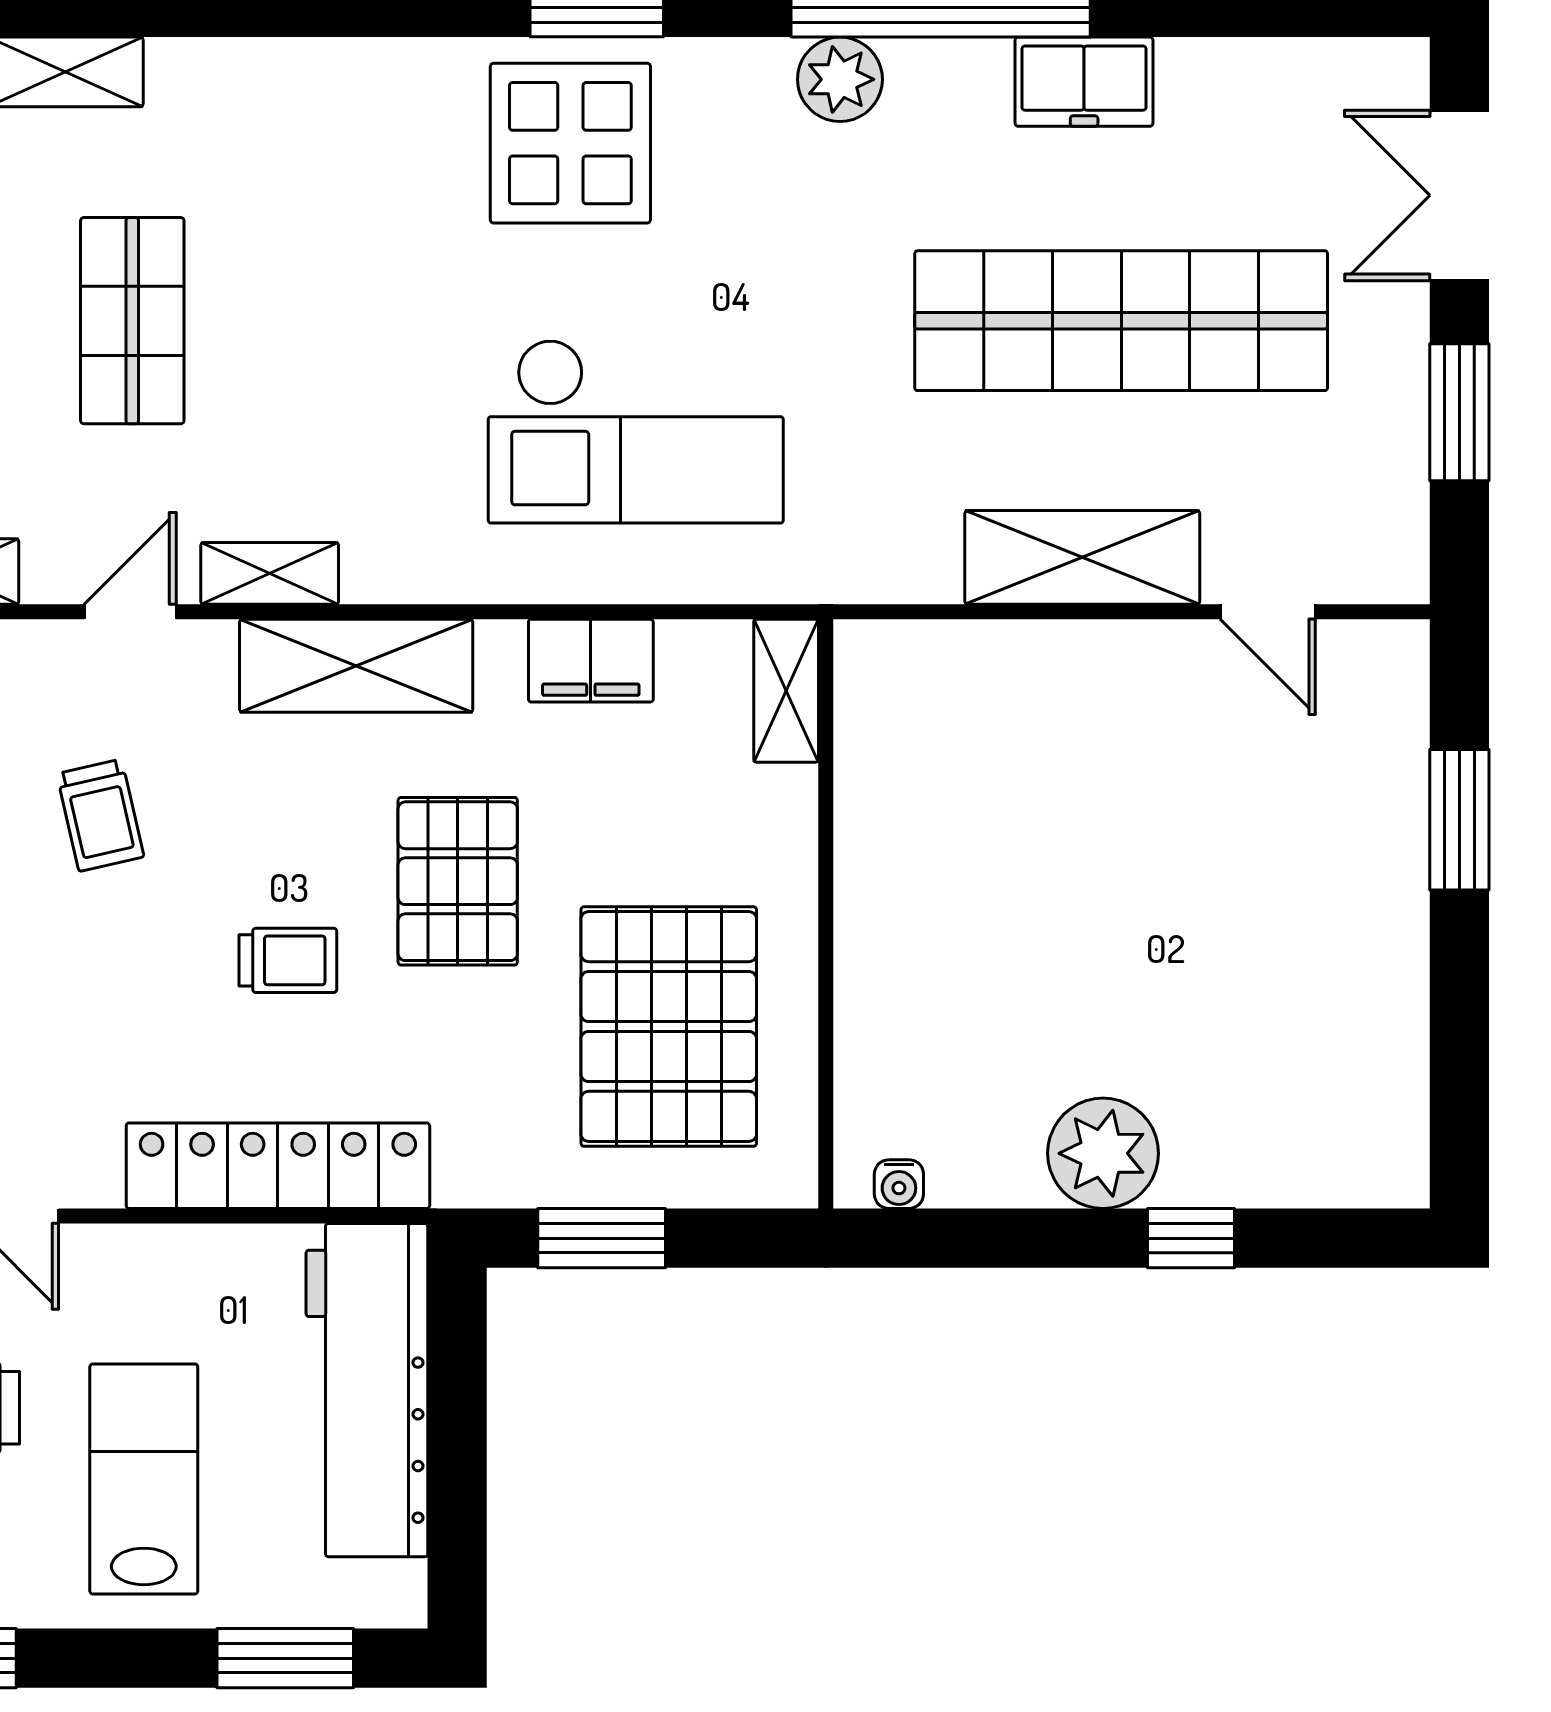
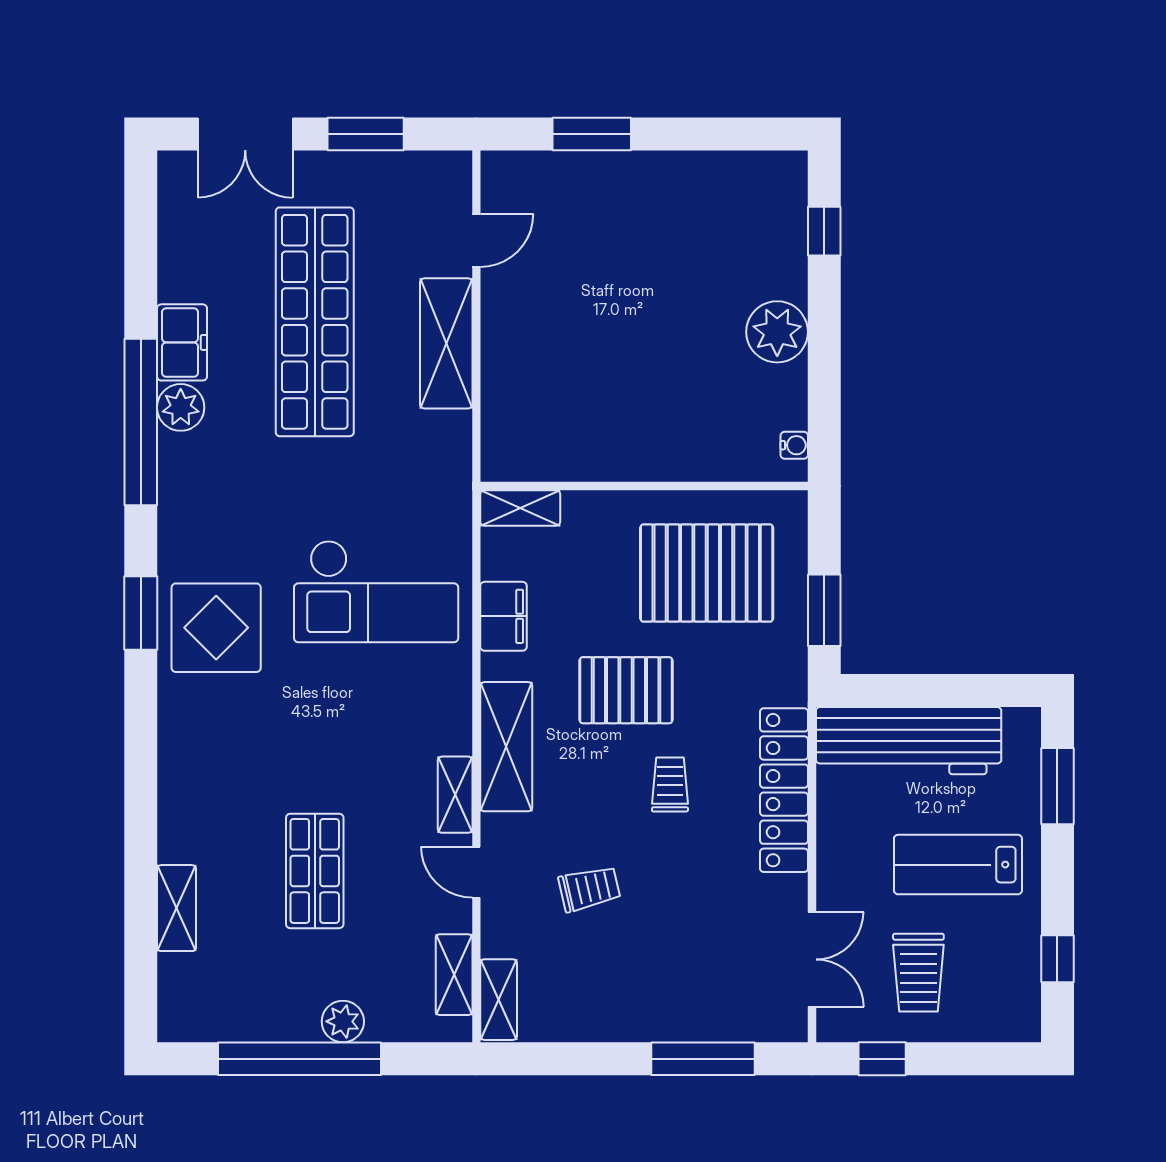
plant: (840, 79) -> (181, 407), moved
shop shelf: (132, 321) -> (315, 871), turned 90
checkout: (636, 431) -> (376, 591), turned 90
window: (1191, 1238) -> (824, 231), moved

